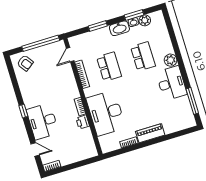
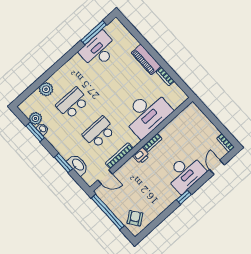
washbasin: (119, 28) -> (78, 165), moved
plant: (171, 60) -> (46, 89), moved
desk: (171, 83) -> (99, 50), moved
printer: (83, 122) -> (141, 156), moved

